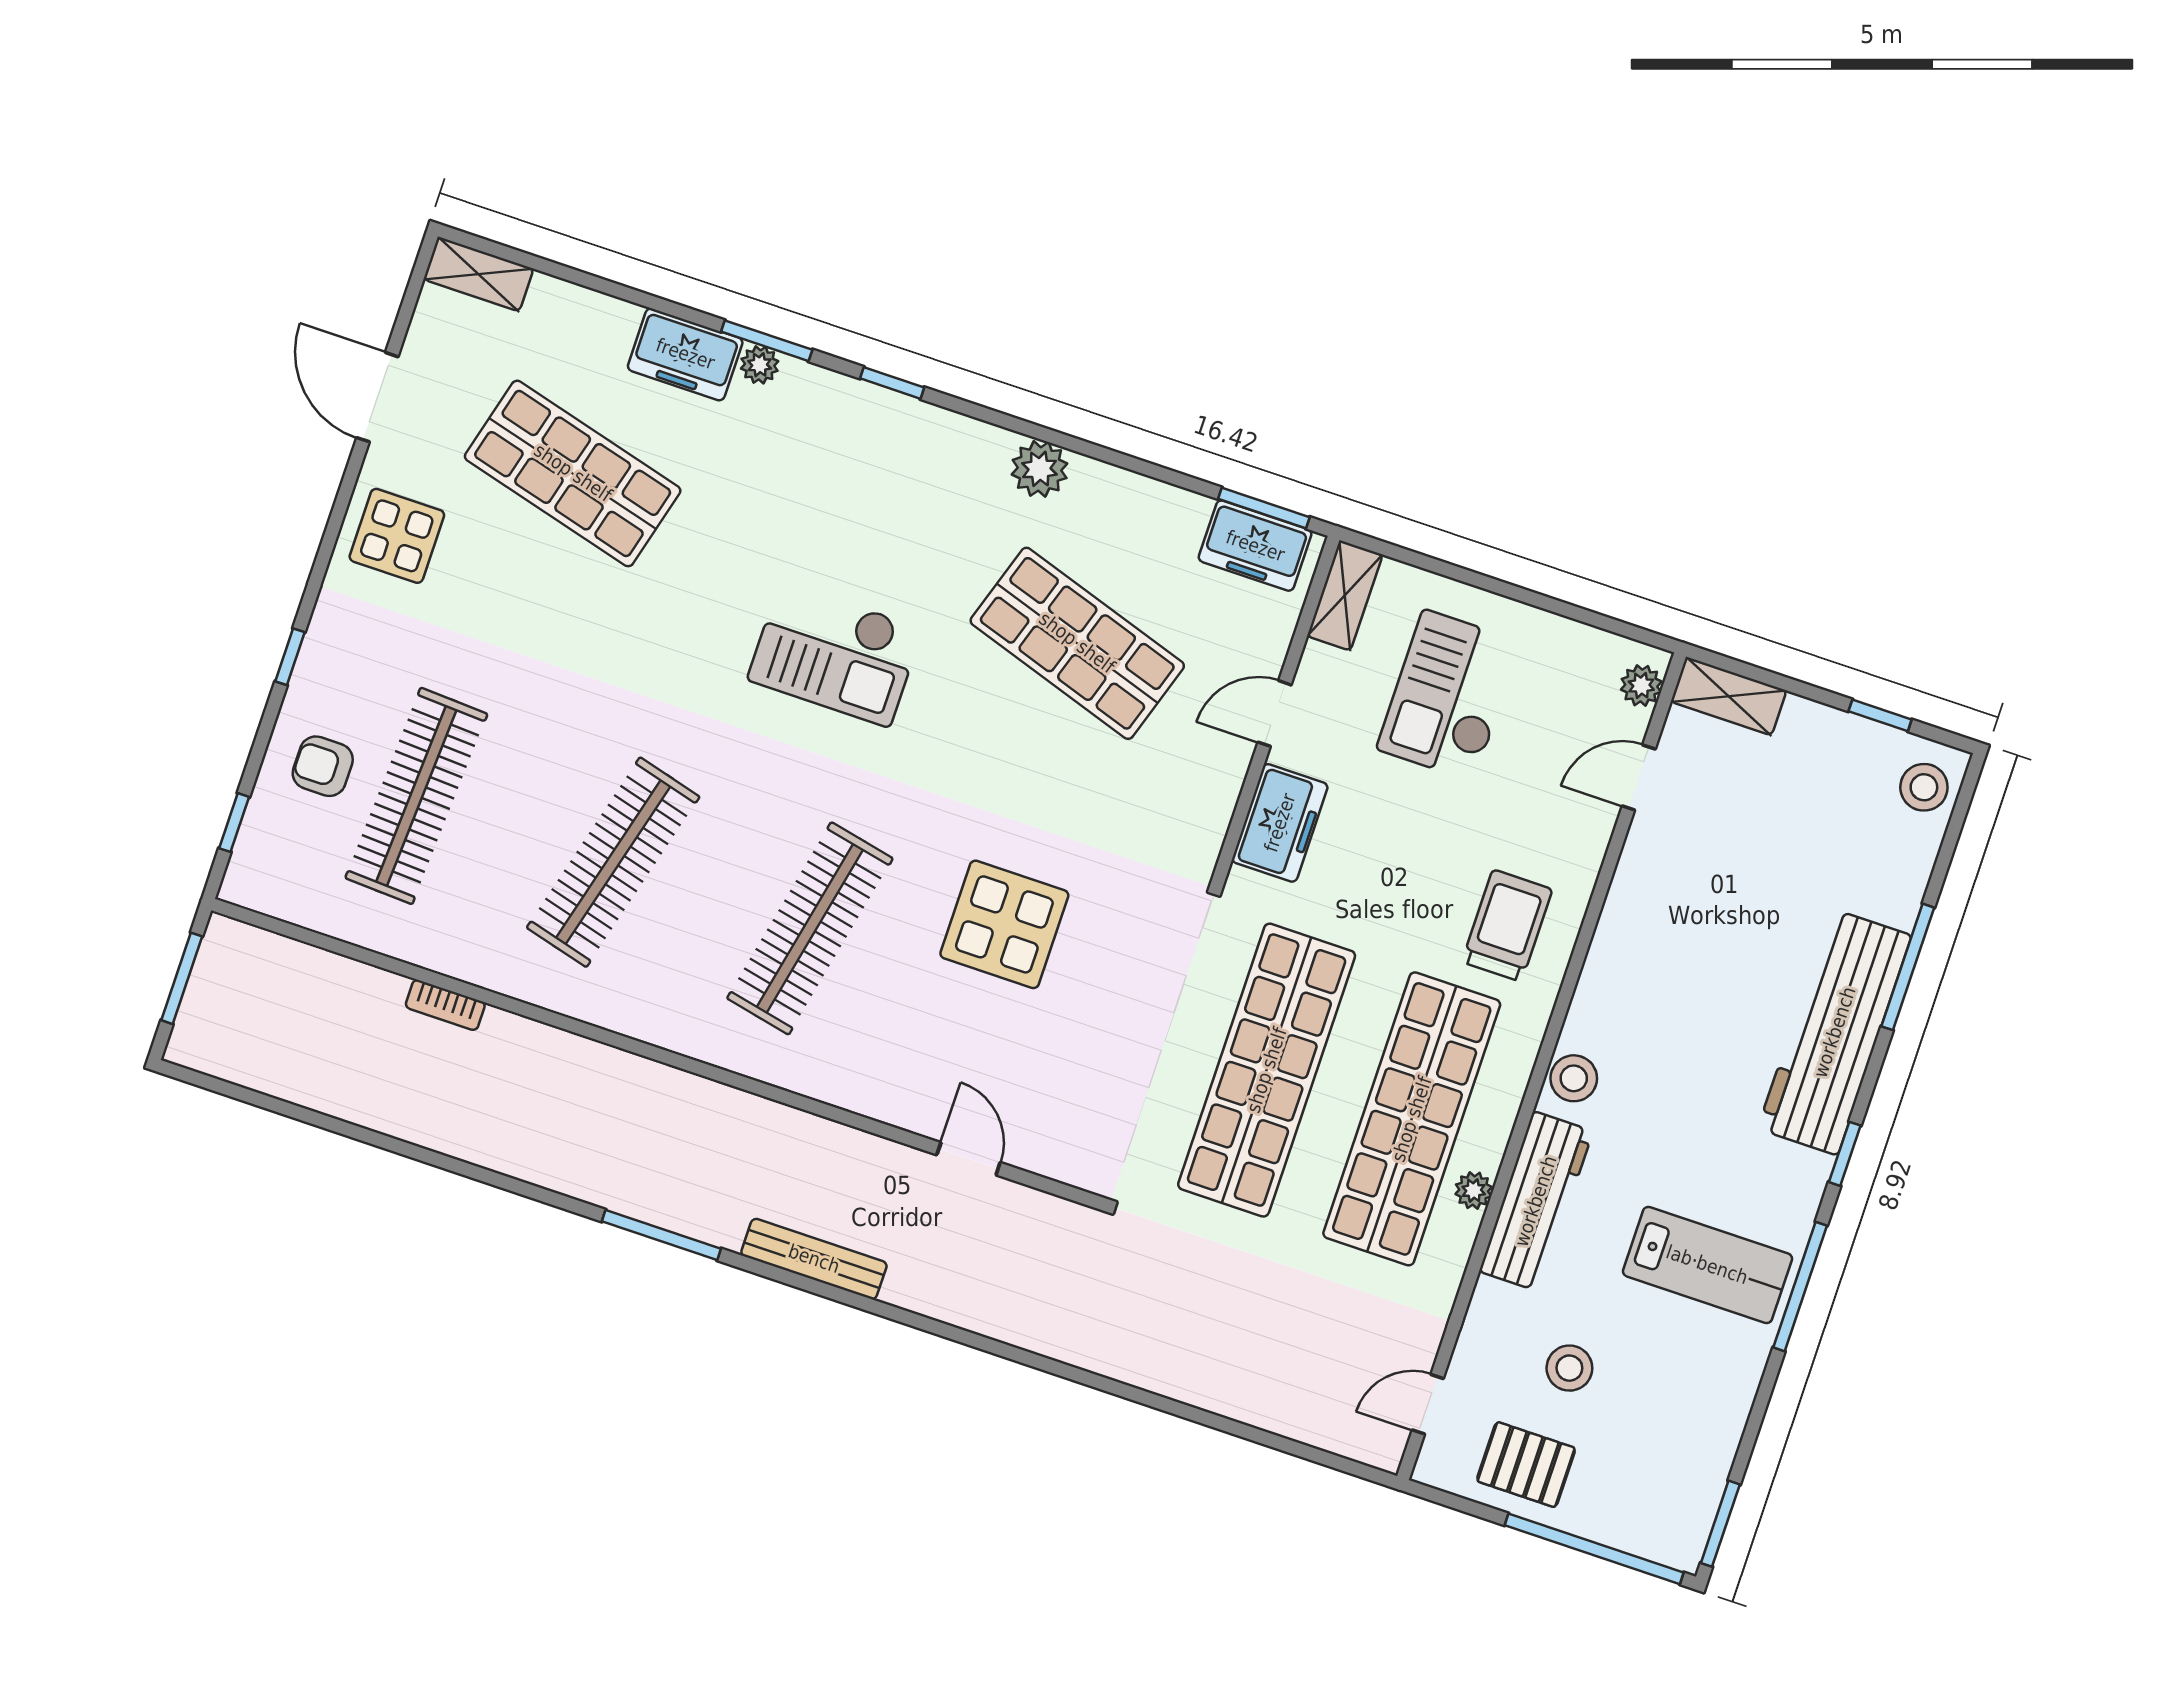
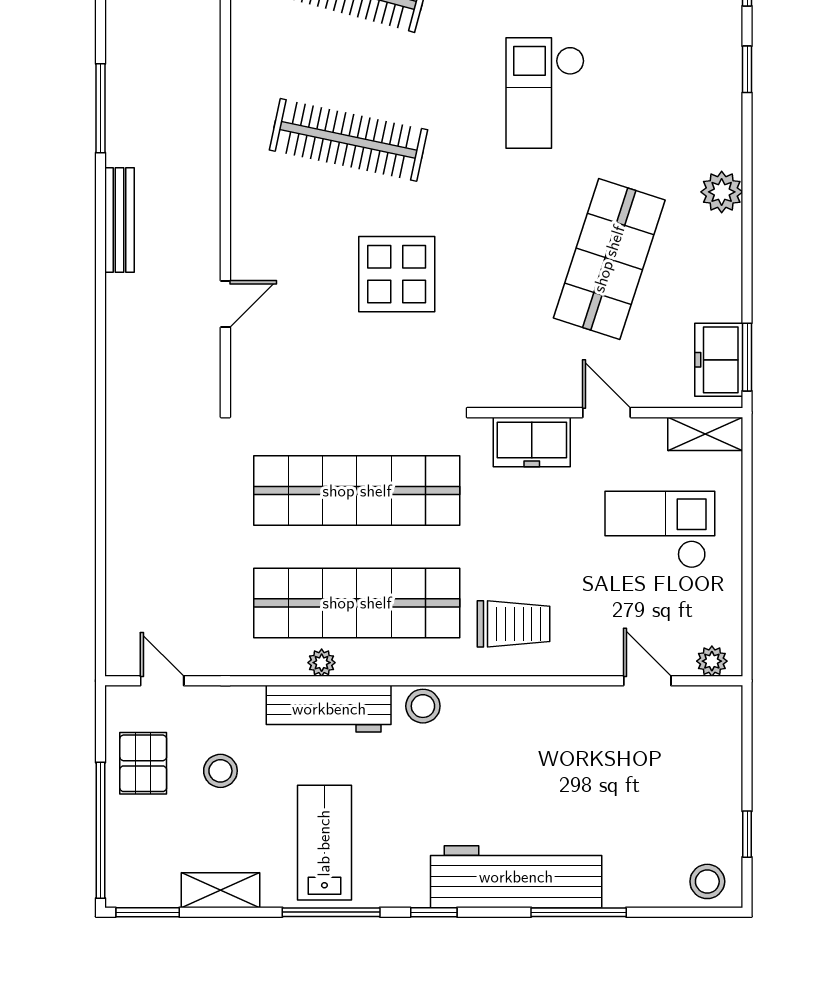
shelving: (1729, 696) -> (220, 890), moved, turned 90
lab bench: (1707, 1265) -> (324, 843), turned 180

